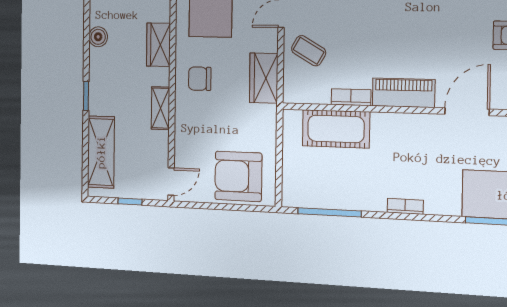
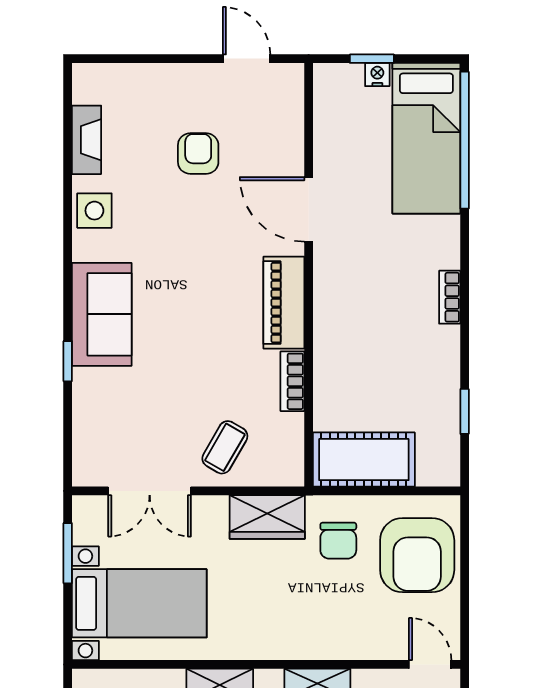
chair: (200, 79) -> (338, 541), moved
cot: (336, 129) -> (364, 460), moved, turned 90
window: (329, 212) -> (465, 411), width x0.46

